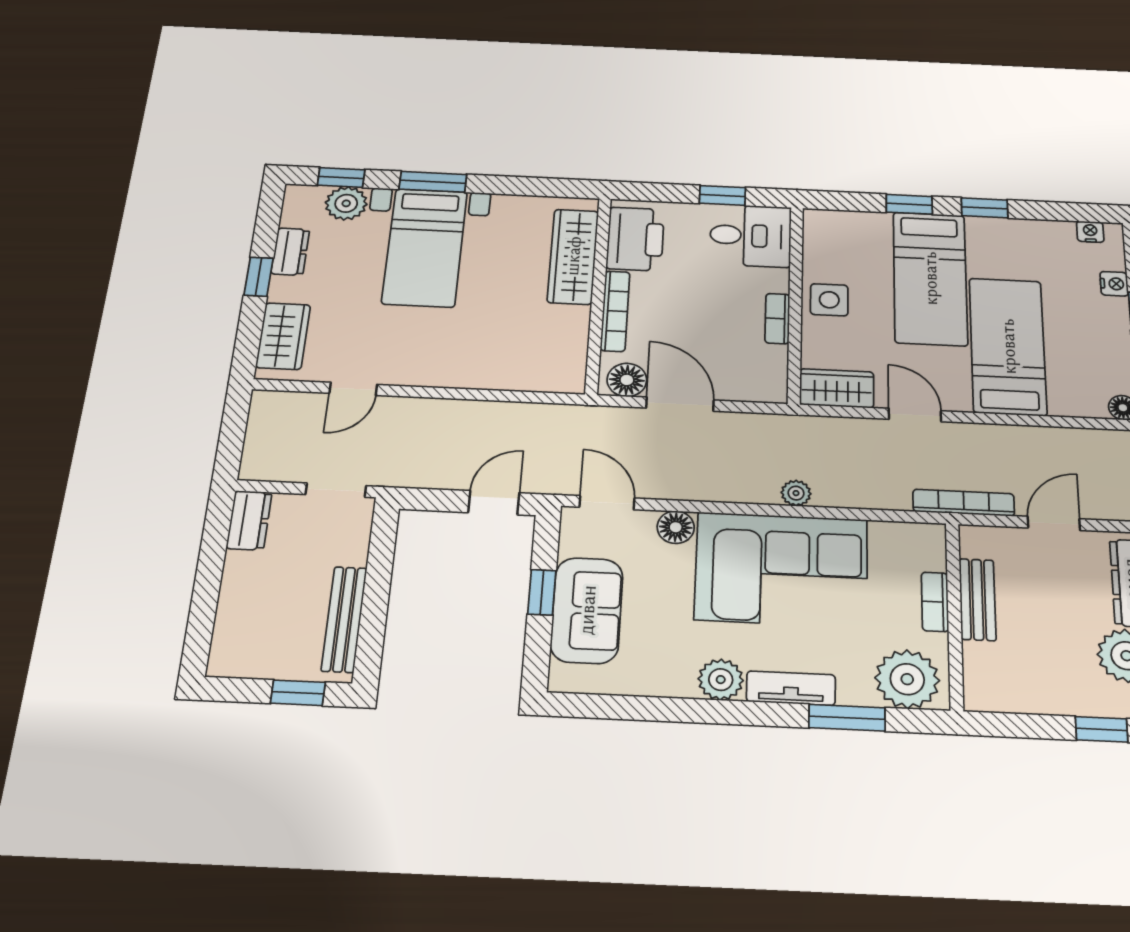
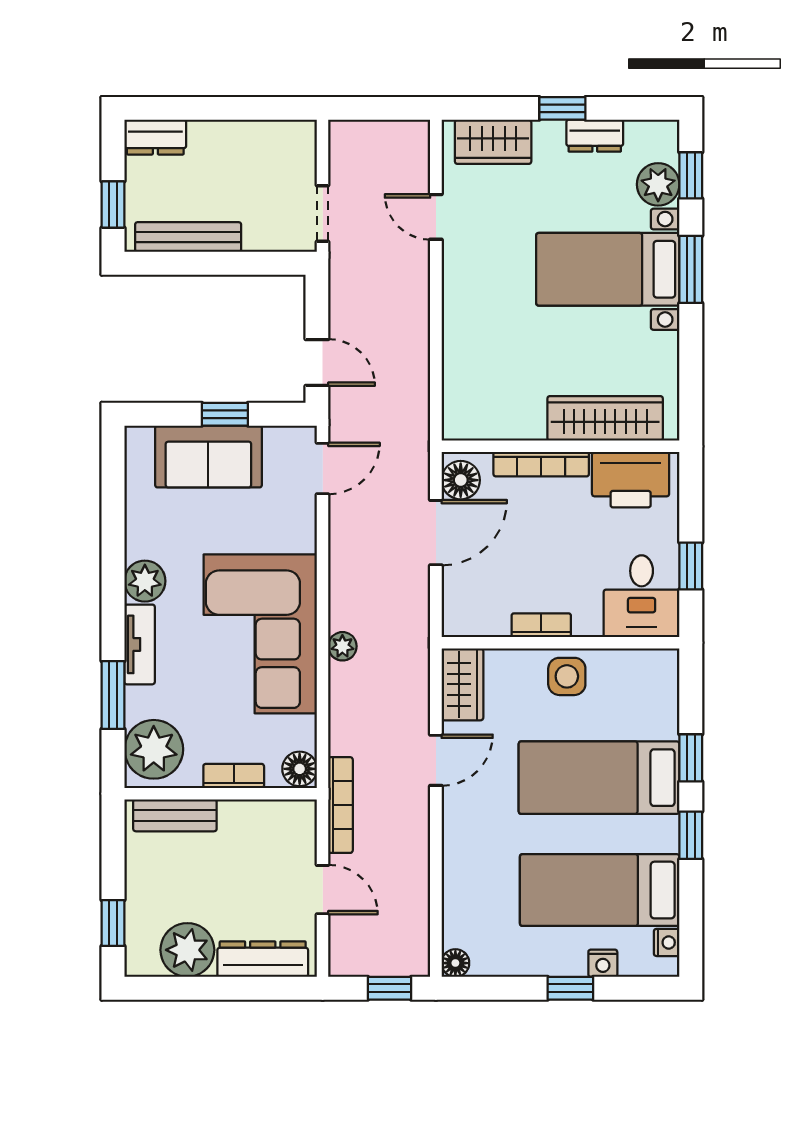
bed: (1008, 346) -> (600, 890), moved, turned 180
dresser: (249, 520) -> (155, 137), moved
floor lamp: (676, 527) -> (300, 769), moved
bench: (978, 599) -> (175, 815), moved

